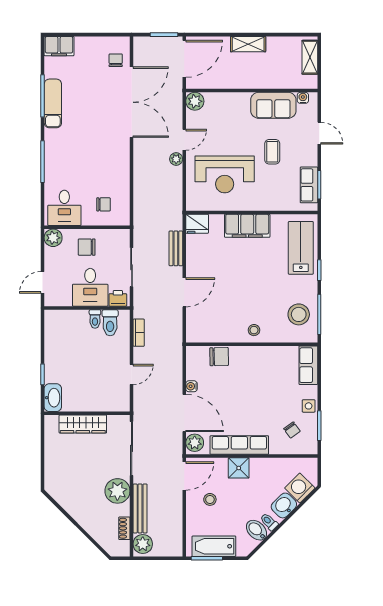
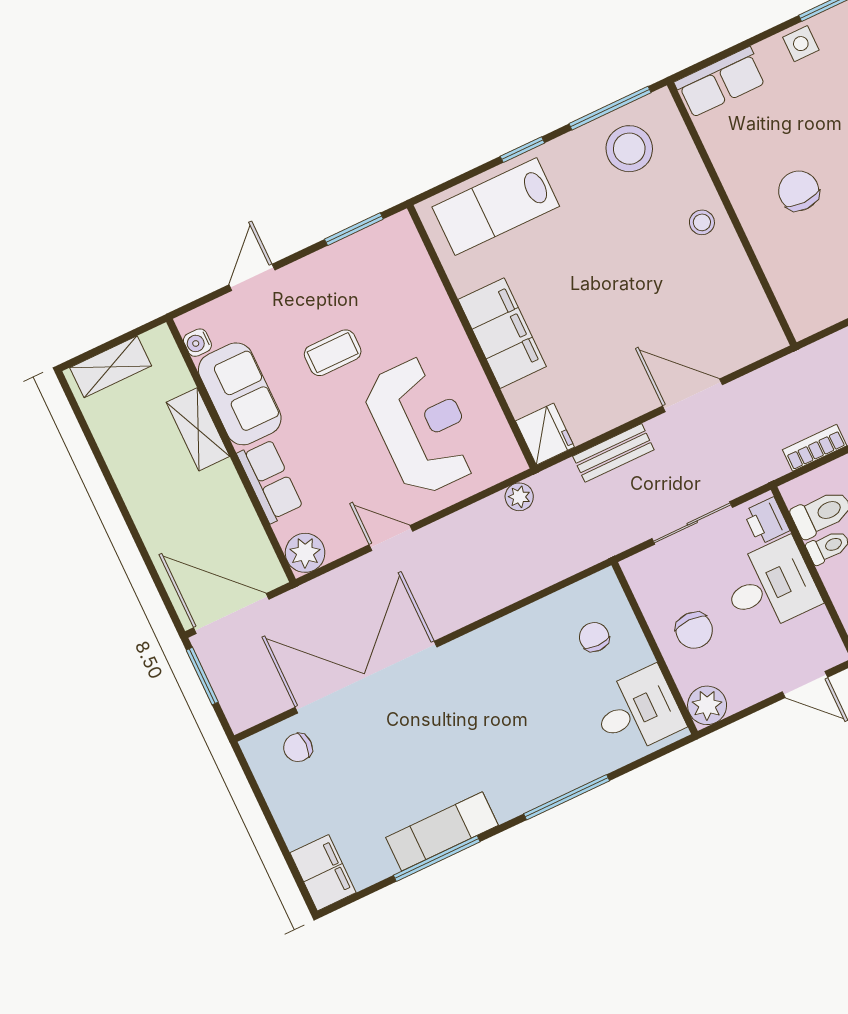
shelving: (248, 44) -> (198, 429), moved
plant: (176, 159) -> (519, 497), moved
row of seats: (309, 185) -> (270, 481), moved, turned -90
chair: (219, 357) -> (799, 191), moved

